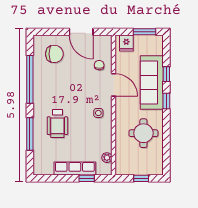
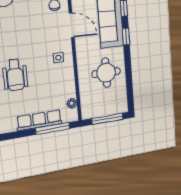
window: (87, 178) -> (53, 128), width x2.17
window: (141, 178) -> (108, 119), width x2.17

